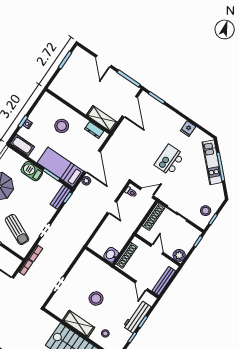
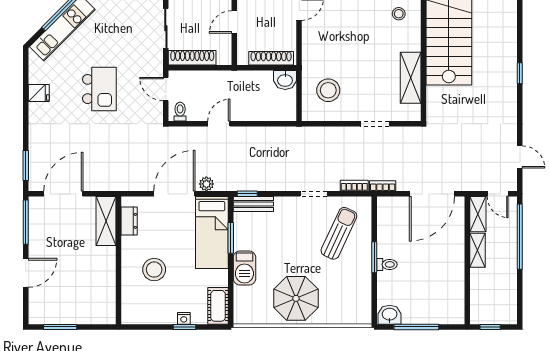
kitchen island: (169, 160) -> (99, 89), turned -90
stool: (96, 299) -> (328, 90), moved
shelving: (79, 324) -> (411, 78), moved

